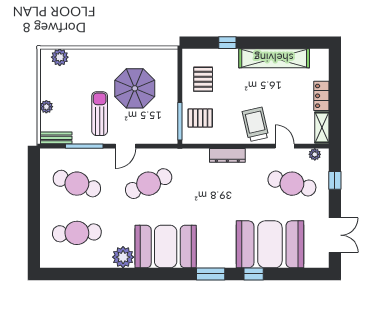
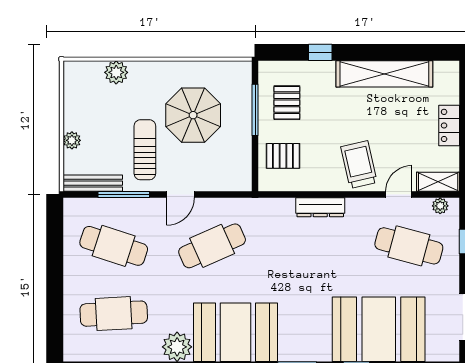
plant: (60, 57) -> (116, 72), moved
window: (180, 121) -> (255, 110), moved
shelving: (322, 127) -> (438, 182), moved, turned 90
bench: (56, 138) -> (93, 183), width x1.36
door: (285, 146) -> (399, 195), hinge flipped

